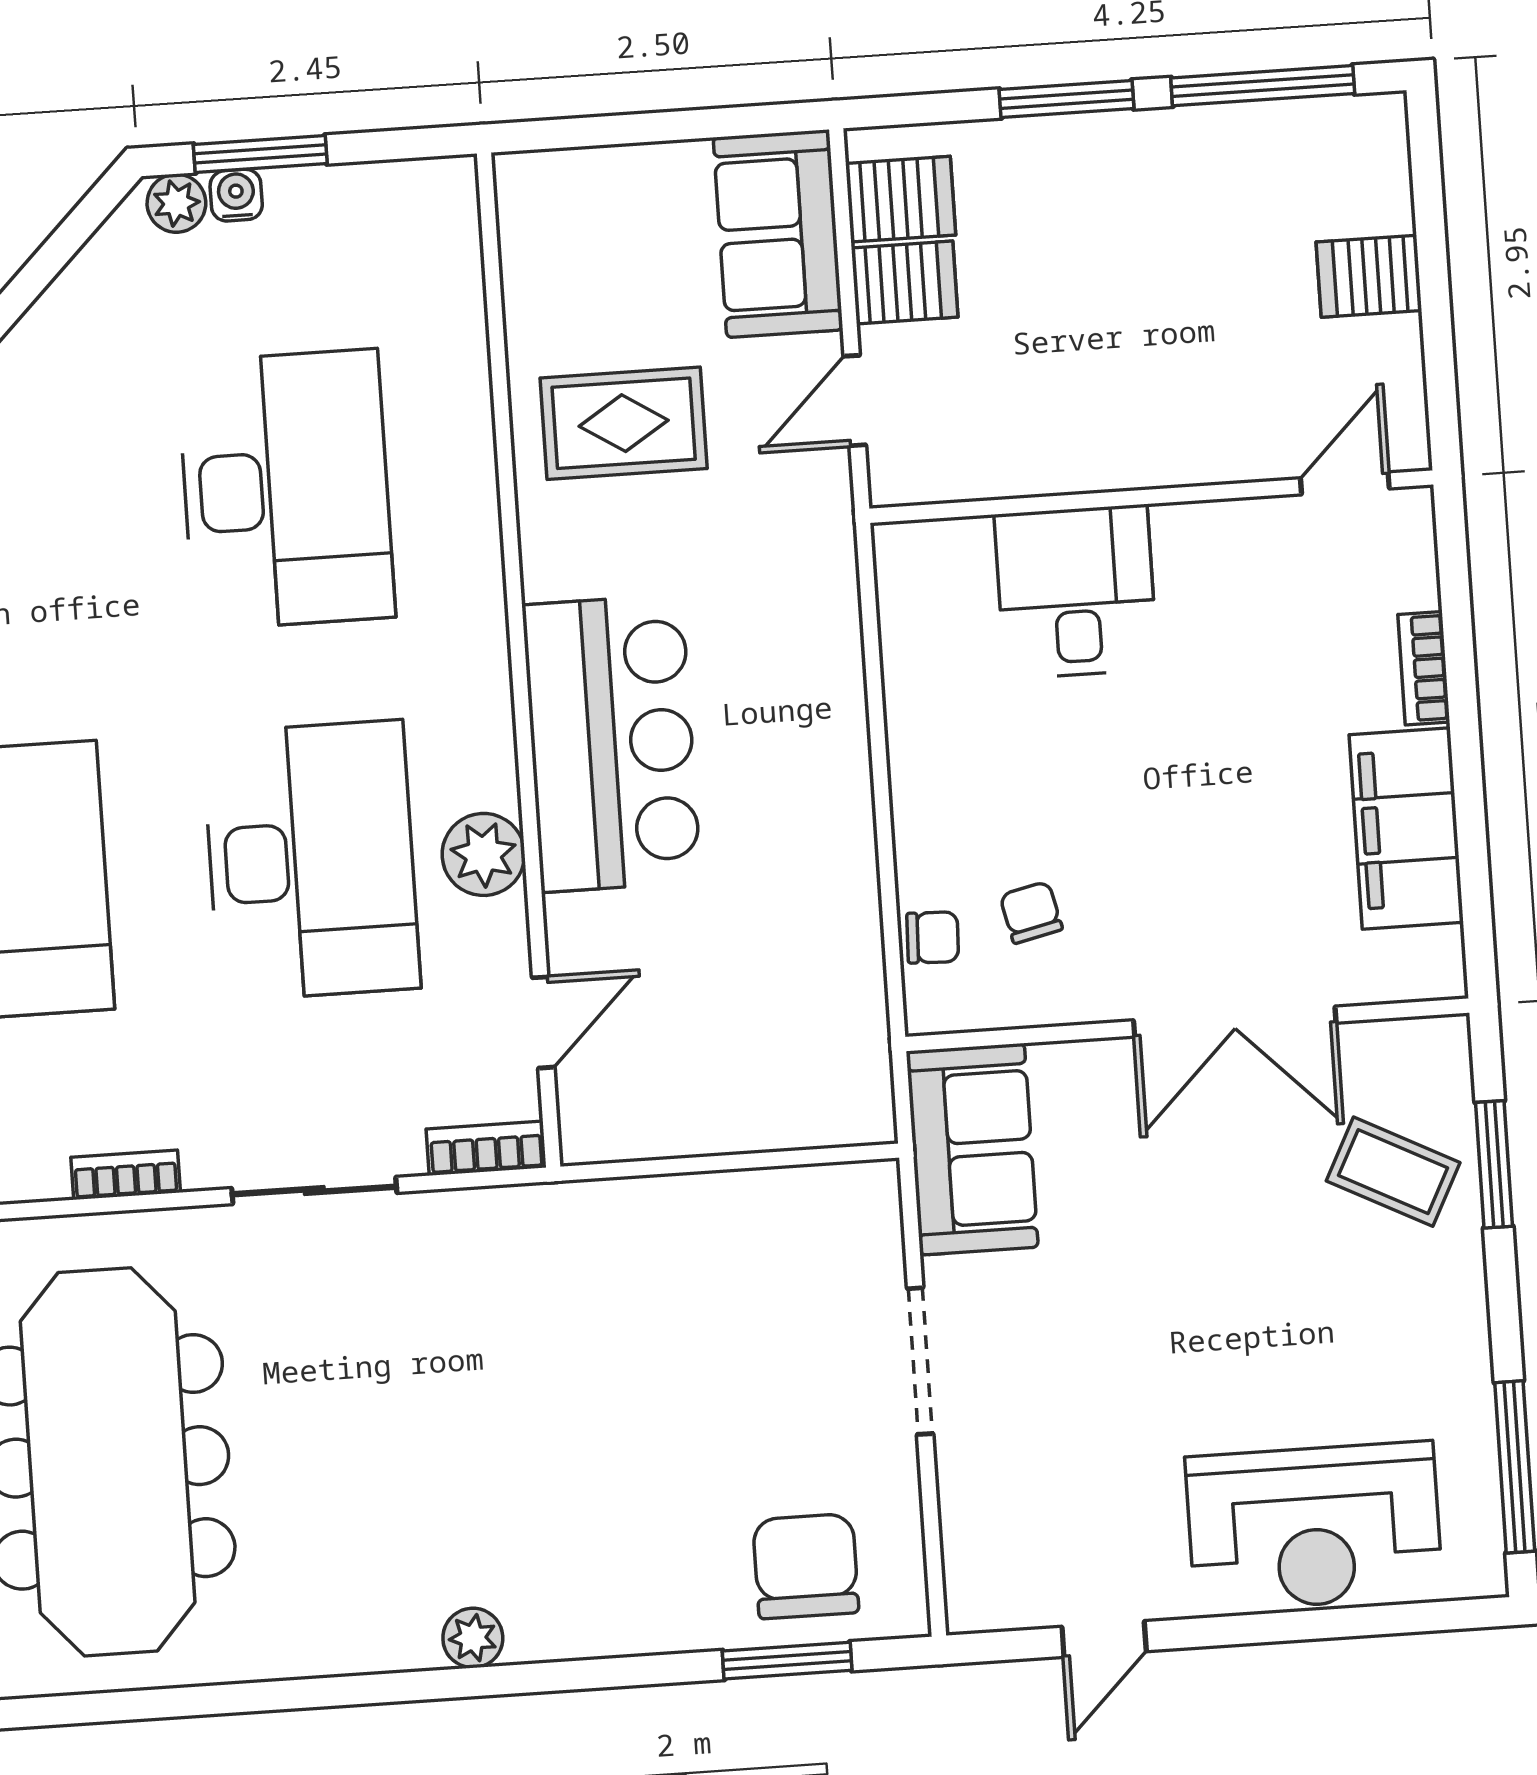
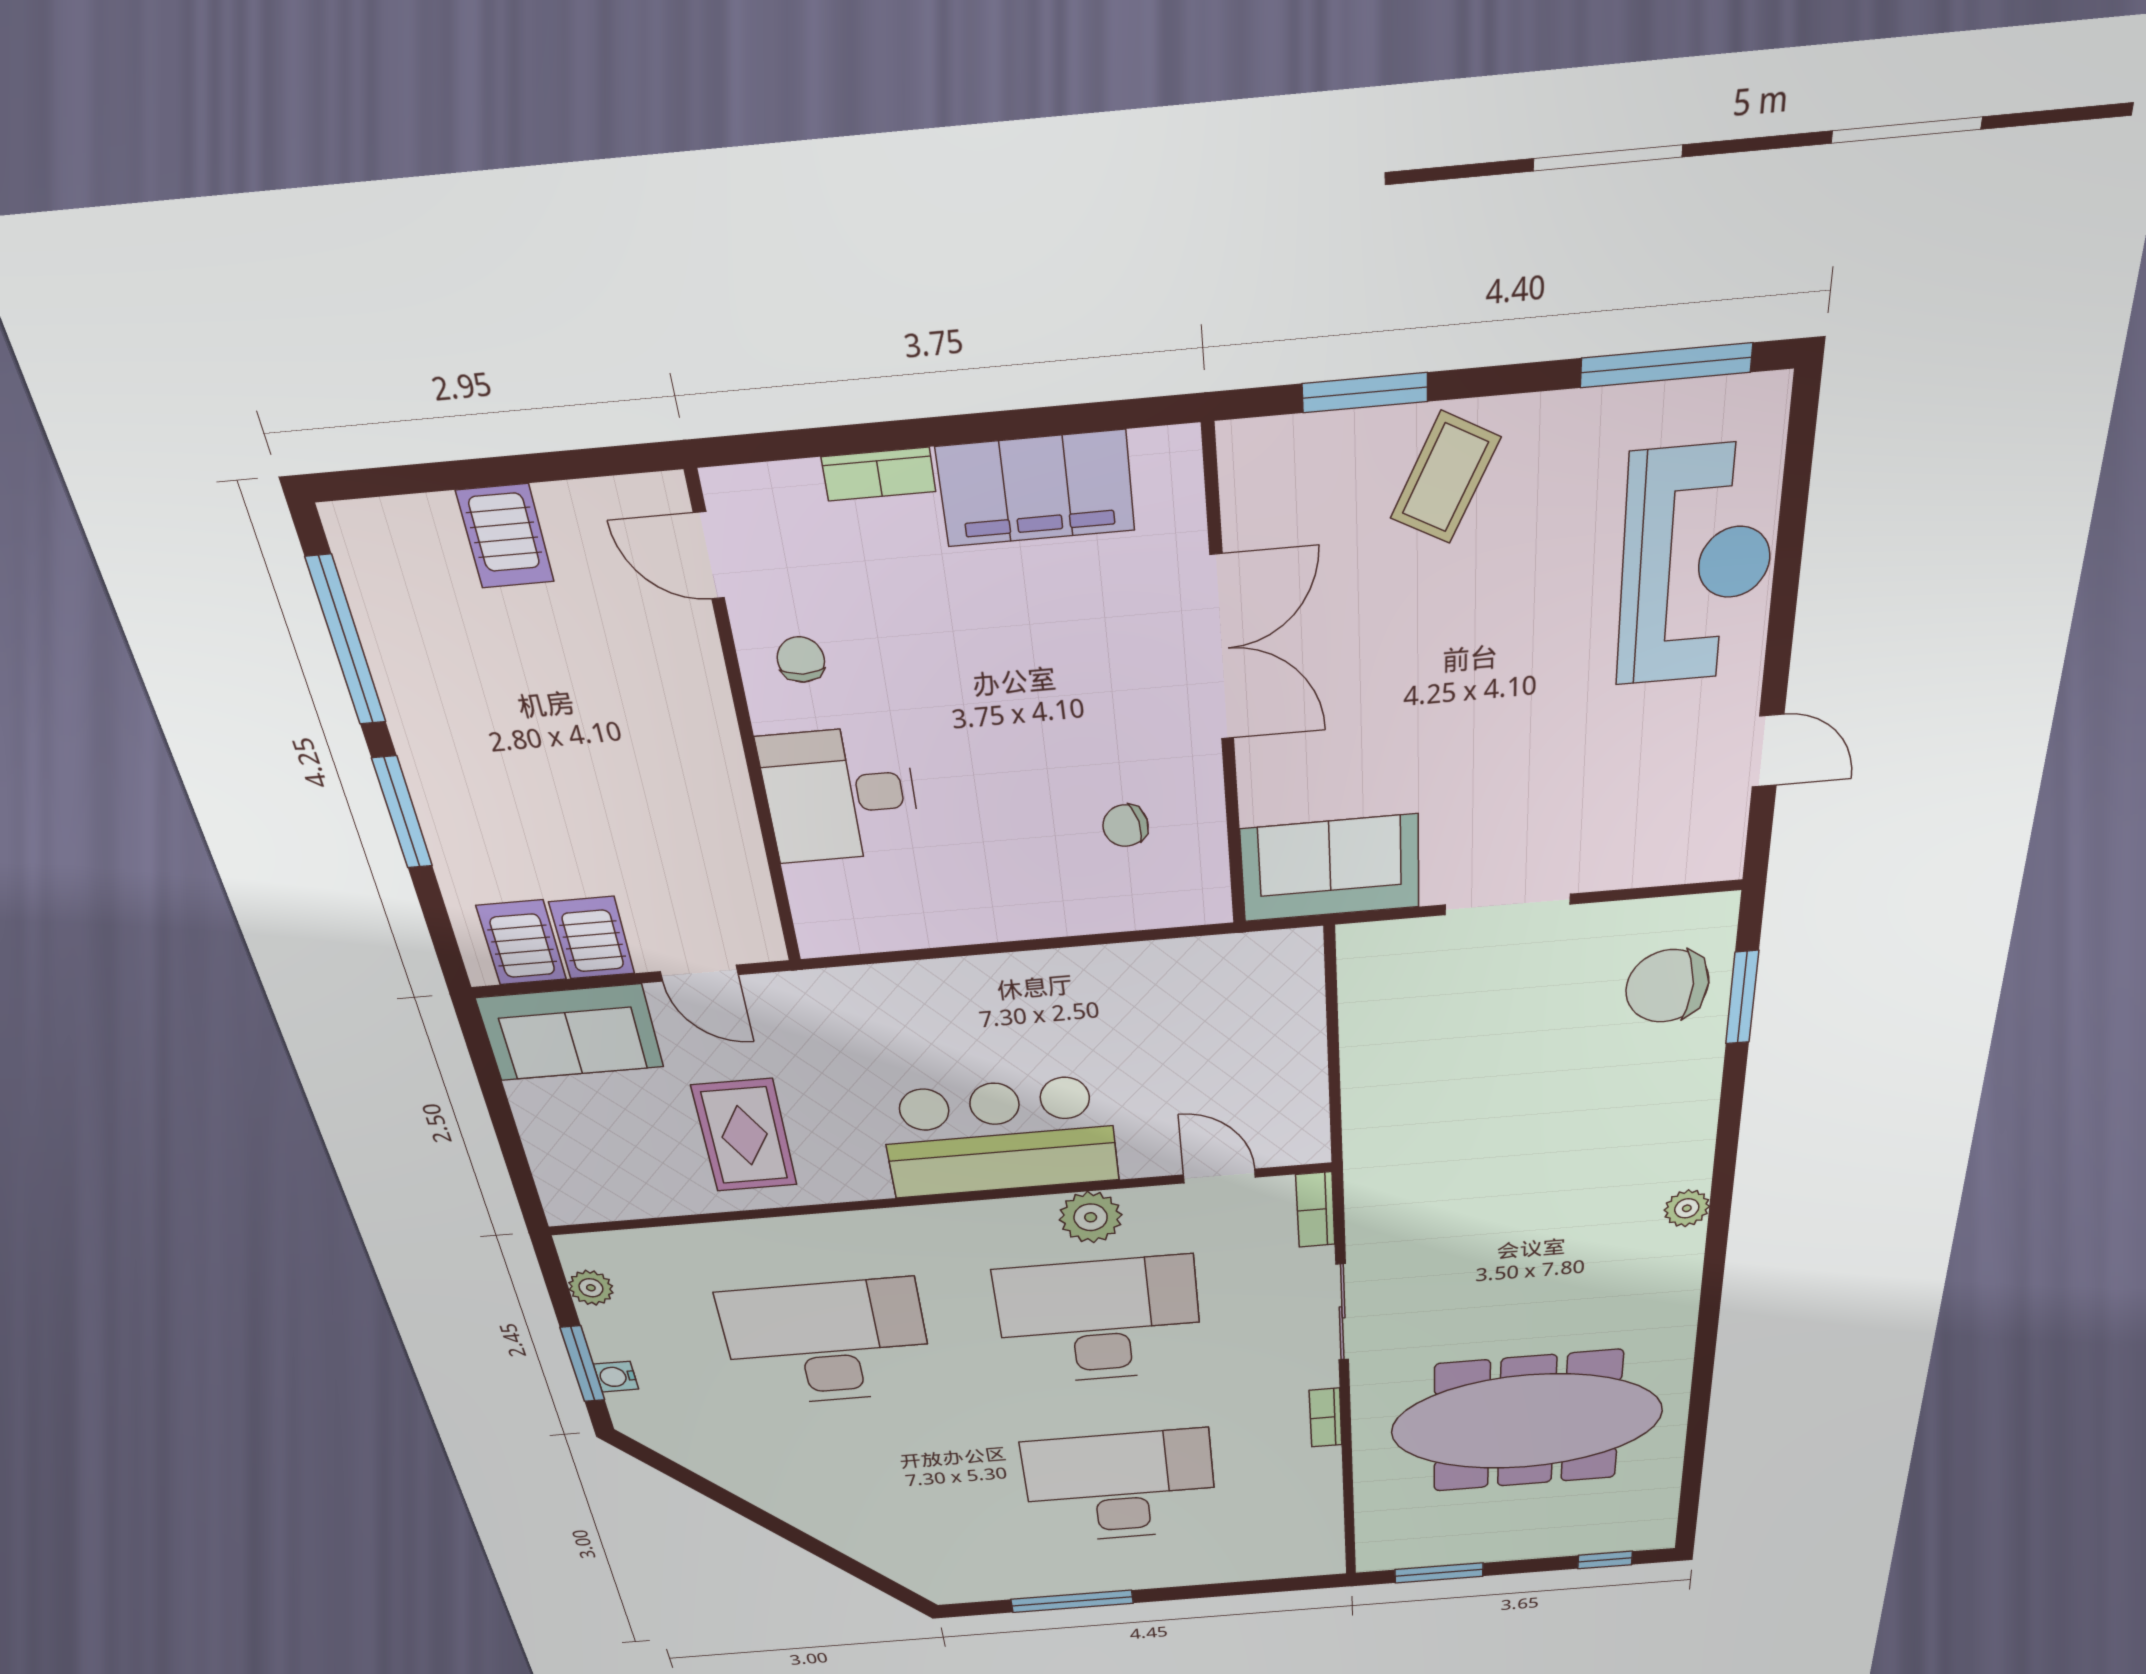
plant: (176, 203) -> (591, 1288), moved
chair: (933, 937) -> (801, 660), moved
coffee table: (1393, 1172) -> (1445, 478), moved

